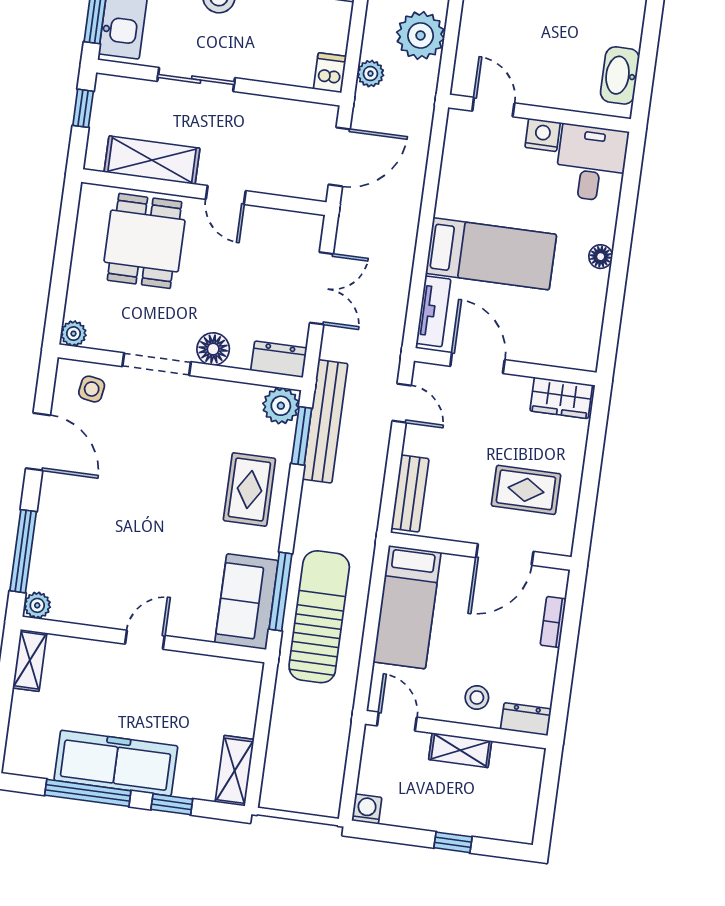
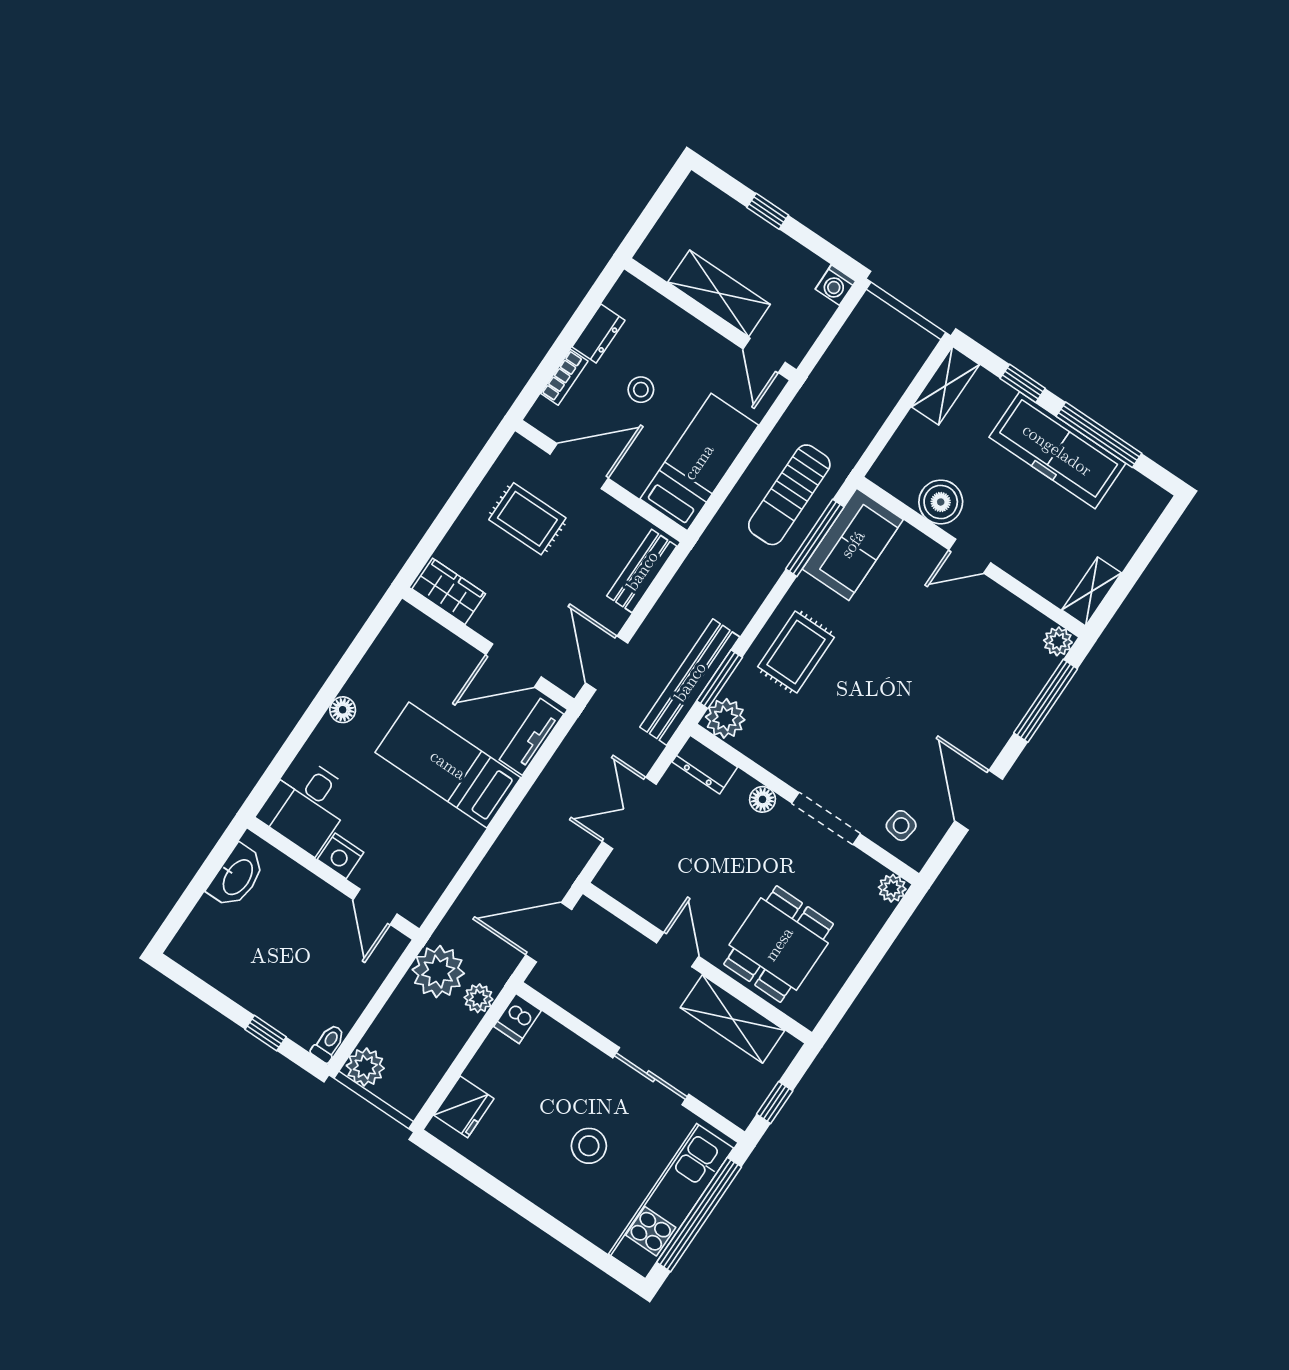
plant: (421, 35) -> (438, 972), moved
floor lamp: (213, 349) -> (763, 799), width x0.73, depth x0.73
door: (477, 363) -> (513, 666), hinge flipped
door: (402, 403) -> (607, 663), width x1.38
sun lounger: (319, 617) -> (789, 495), width x0.73, depth x0.75
boiler: (191, 673) -> (941, 502), added
stool: (477, 697) -> (641, 390), moved
dresser: (526, 719) -> (598, 334), moved, turned -90
shelving: (460, 750) -> (719, 293), width x1.50, depth x1.33

